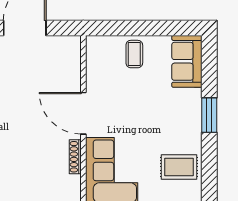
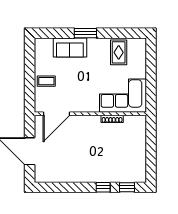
sofa: (187, 61) -> (70, 47), moved
door: (83, 113) -> (57, 114), moved

